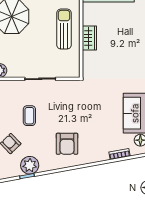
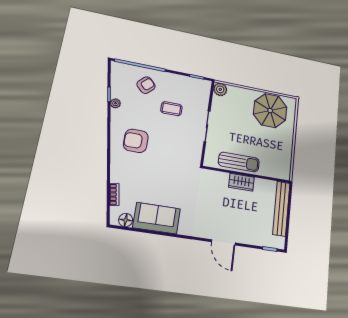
sun lounger: (64, 29) -> (239, 162), moved
plant: (30, 165) -> (115, 103), width x0.53, depth x0.53

